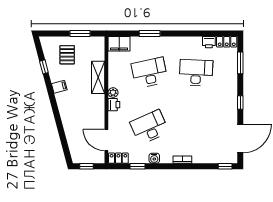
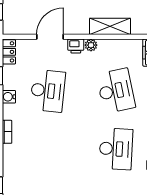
desk: (149, 127) -> (48, 91), turned 30
door: (106, 140) -> (50, 37), moved

